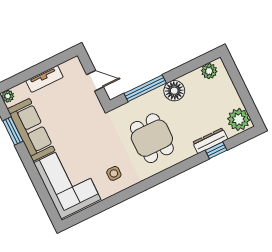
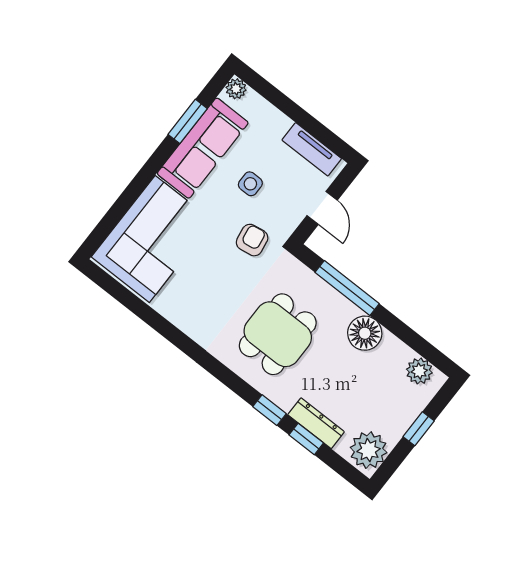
tv unit: (44, 79) -> (312, 149), moved
window: (240, 87) -> (419, 429), added
armchair: (94, 127) -> (252, 240), added
window: (191, 163) -> (270, 410), added
side table: (114, 173) -> (250, 184), moved

